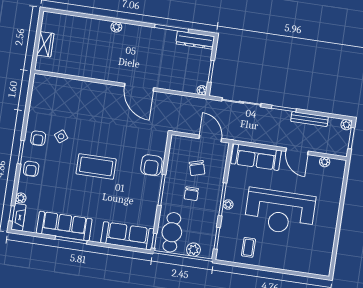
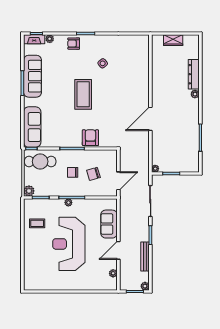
dresser: (195, 40) -> (194, 74), moved
armchair: (38, 138) -> (98, 45), removed
sofa: (256, 157) -> (109, 224), width x0.73
armchair: (151, 165) -> (90, 138), turned 90
plant: (193, 250) -> (29, 191), moved

